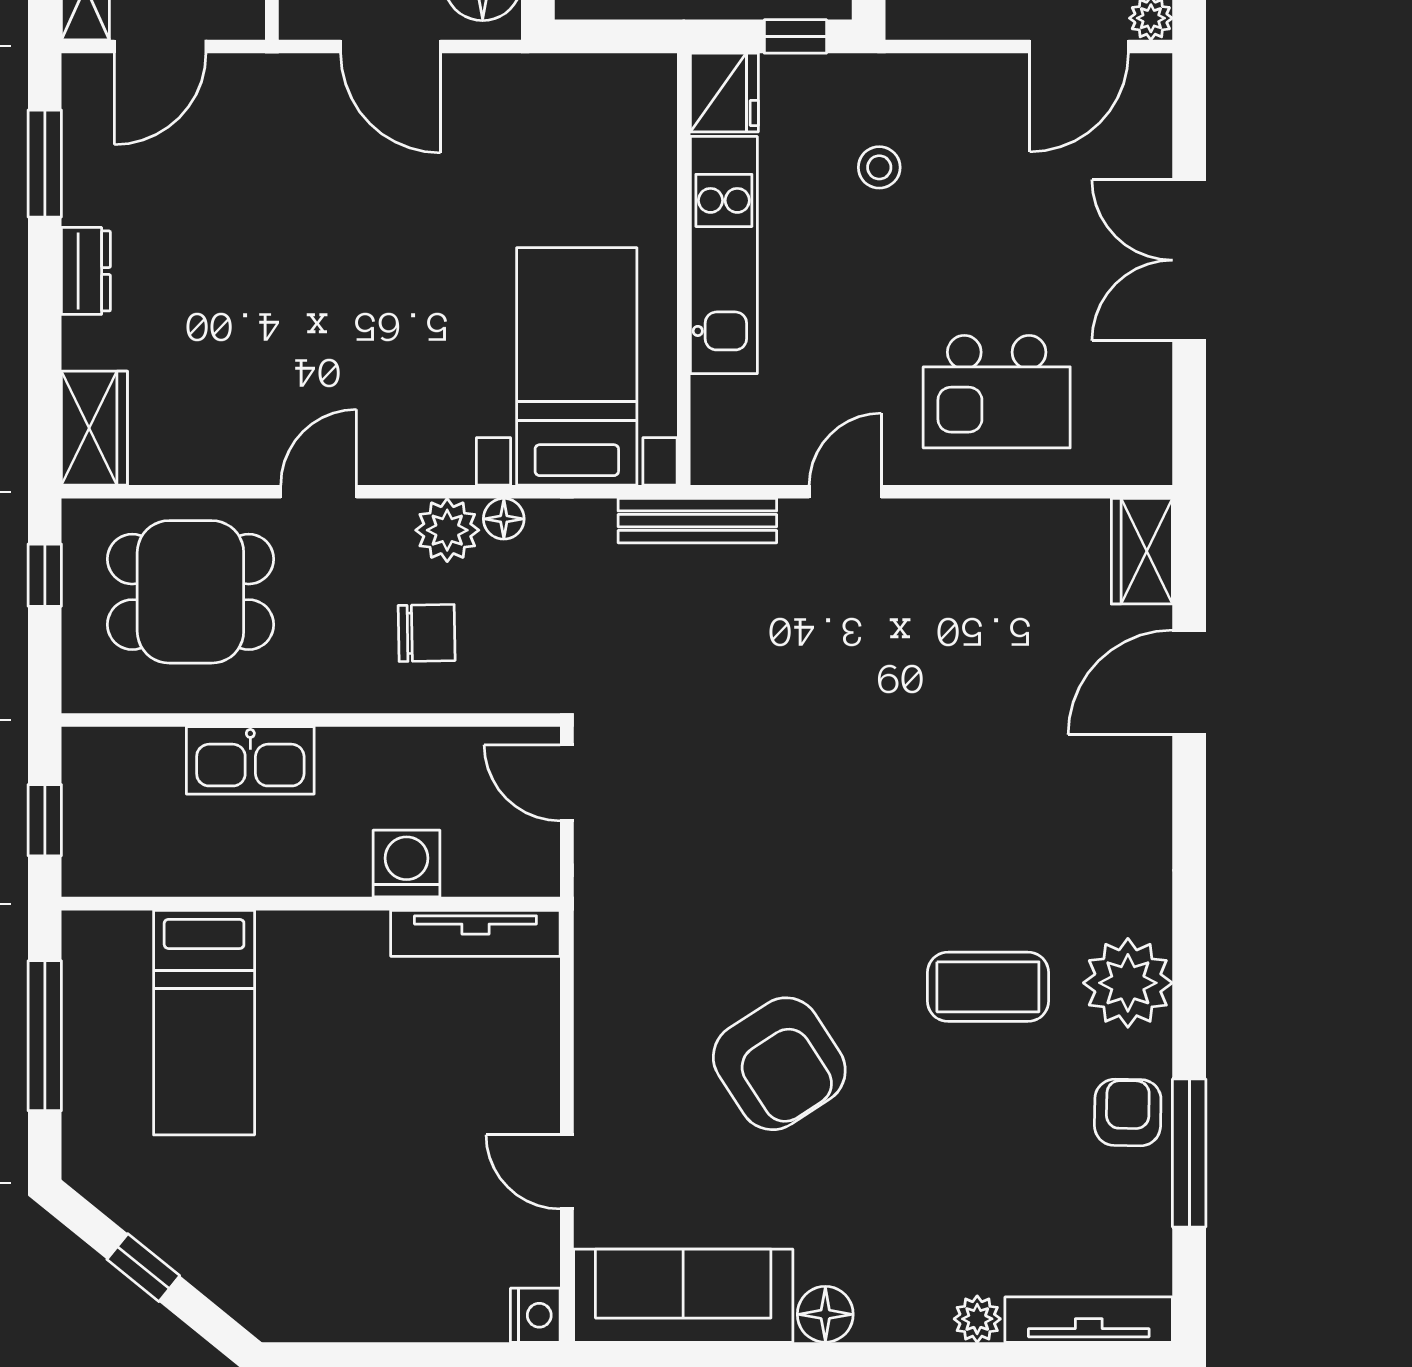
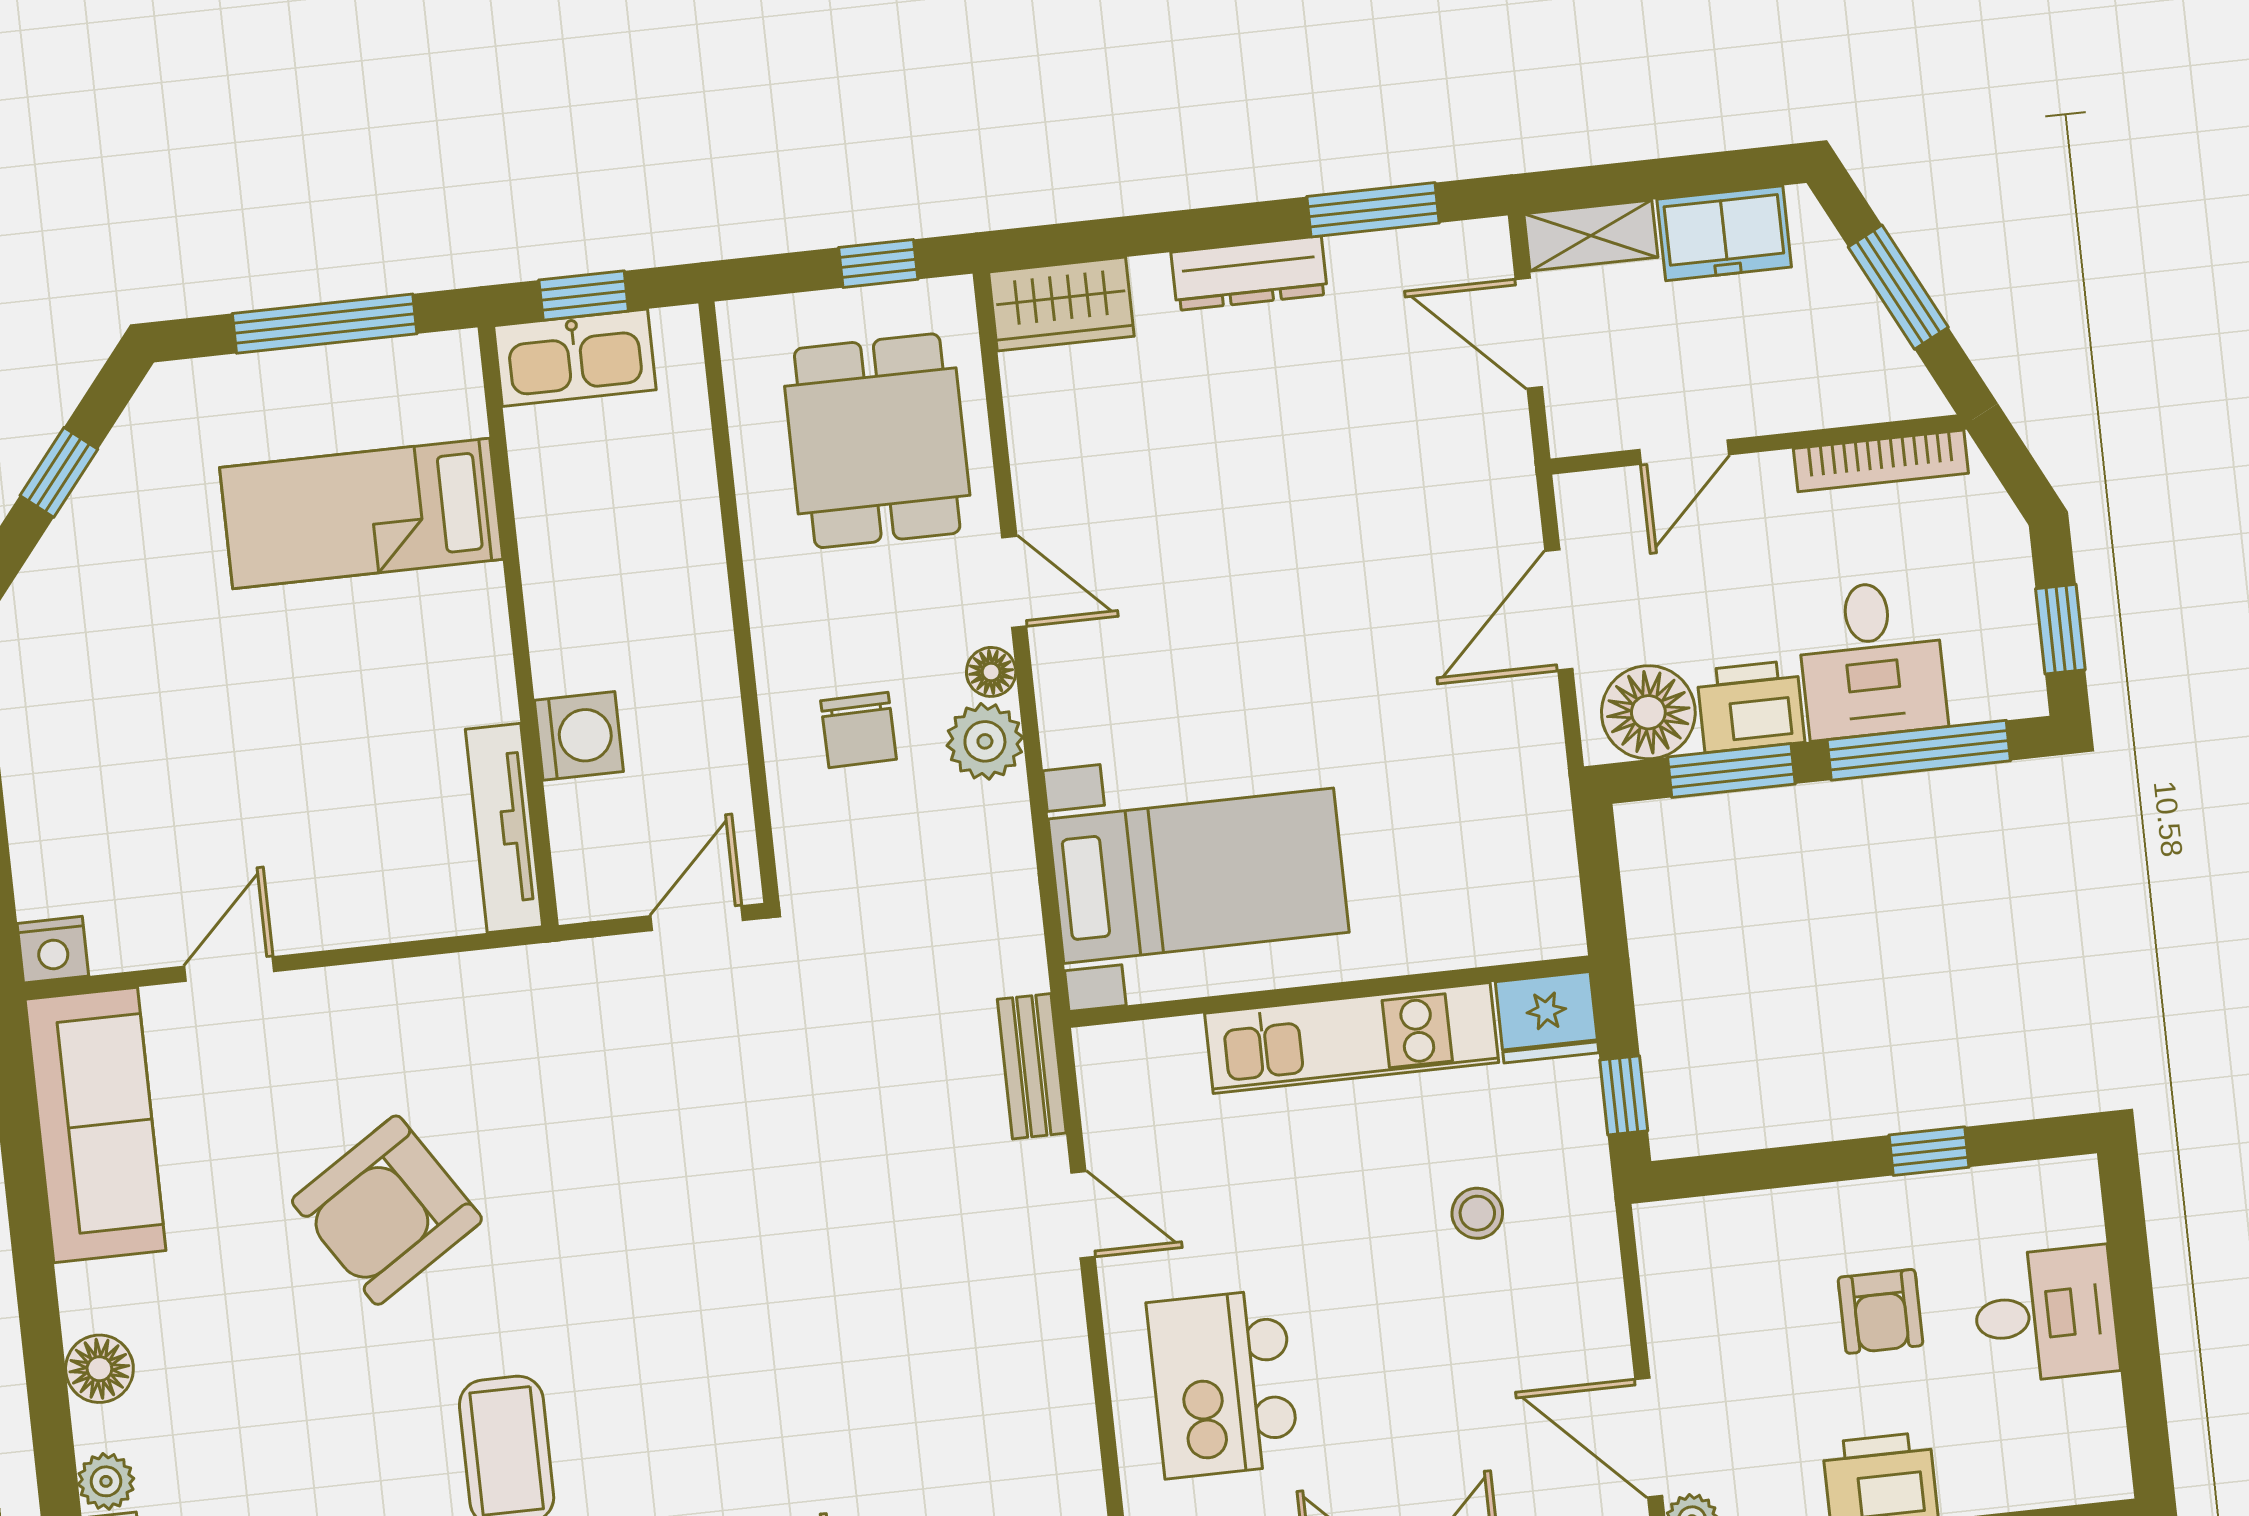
dresser: (86, 271) -> (1249, 273), width x1.44
floor lamp: (504, 519) -> (991, 672), moved
bench: (697, 521) -> (1032, 1066), width x0.73
kitchen sink: (250, 760) -> (575, 358), moved, turned -90
floor lamp: (825, 1314) -> (99, 1369), moved

